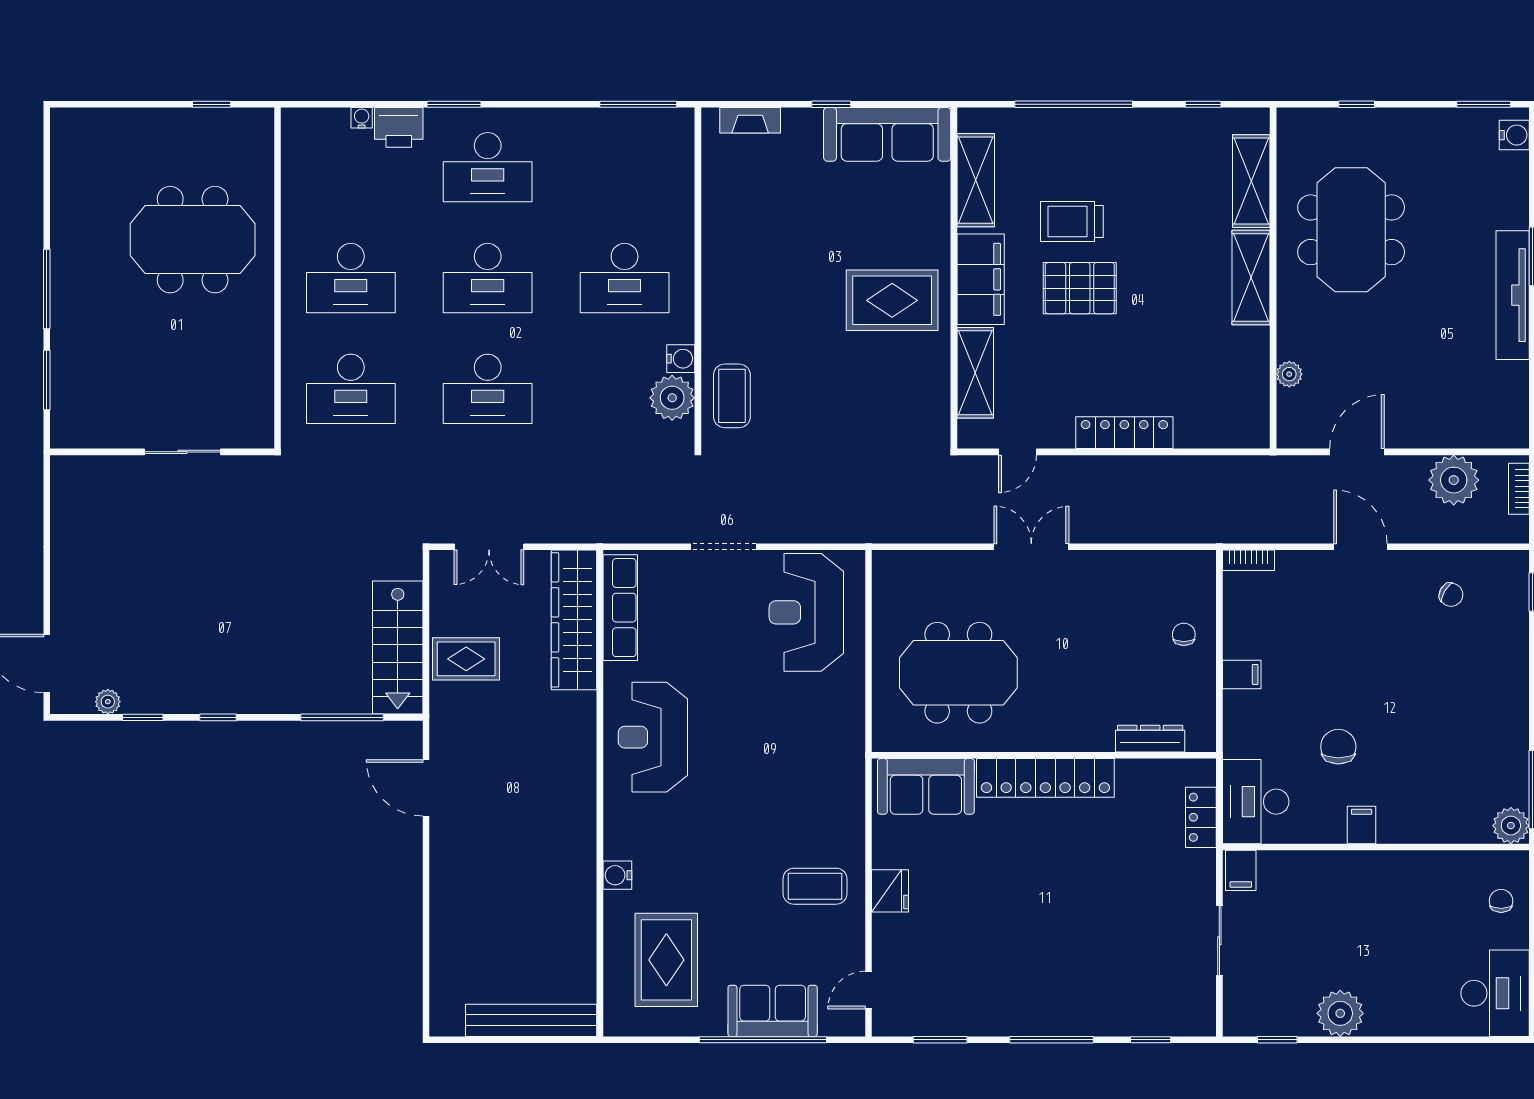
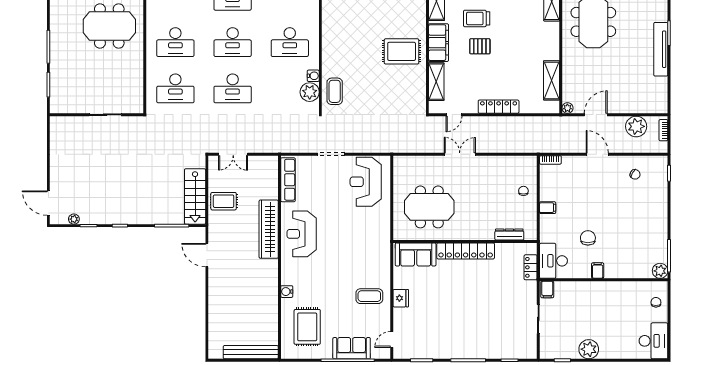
shelving: (1251, 277) -> (551, 80), moved
pallet: (1080, 288) -> (480, 46), width x0.67, depth x0.71
plant: (1289, 374) -> (567, 108), moved
wardrobe: (574, 620) -> (269, 229), moved

